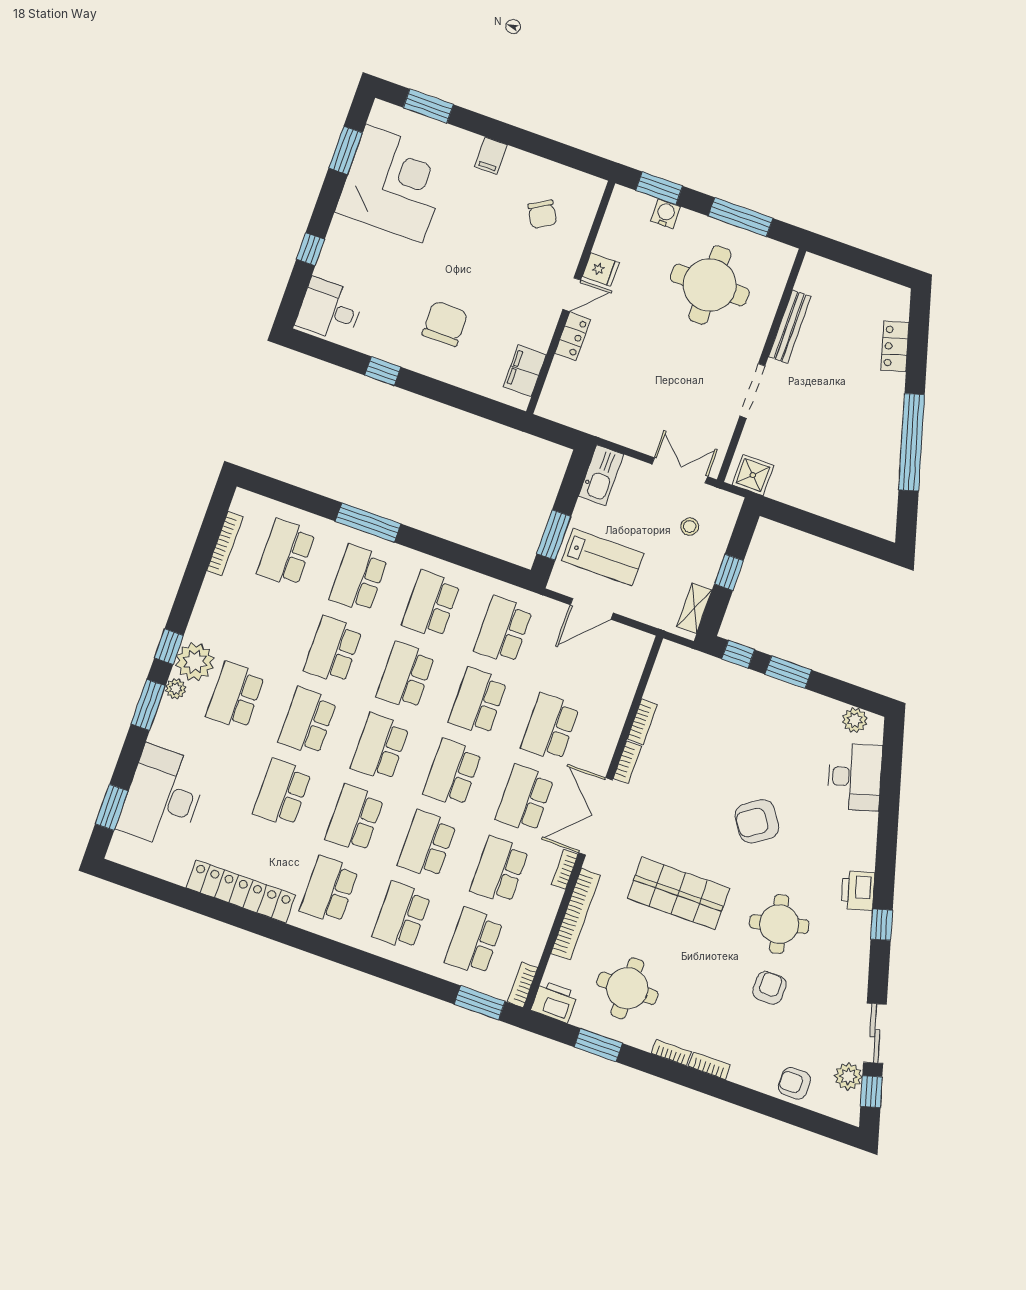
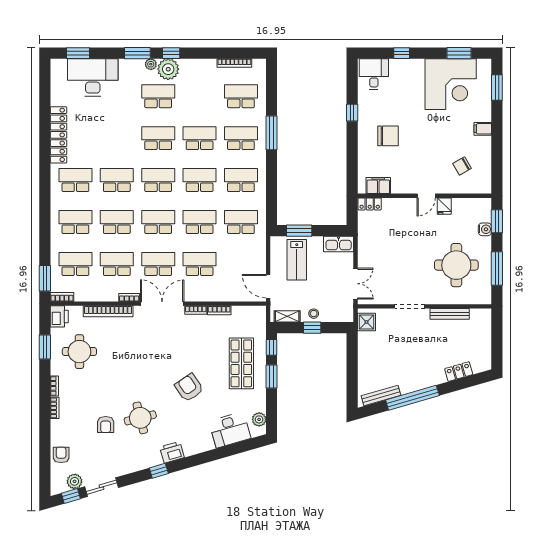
door: (572, 295) -> (426, 196), hinge flipped
locker: (573, 336) -> (370, 204), moved
bench: (888, 495) -> (381, 395), added
stool: (690, 527) -> (314, 314), moved
door: (592, 609) -> (268, 286), moved
school desk: (282, 793) -> (117, 138), removed
shop shelf: (678, 893) -> (241, 363), moved
armchair: (769, 988) -> (106, 425), turned 90

